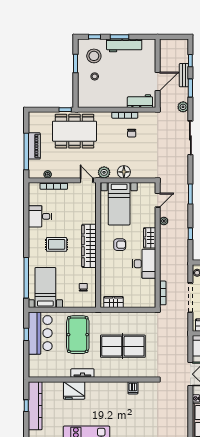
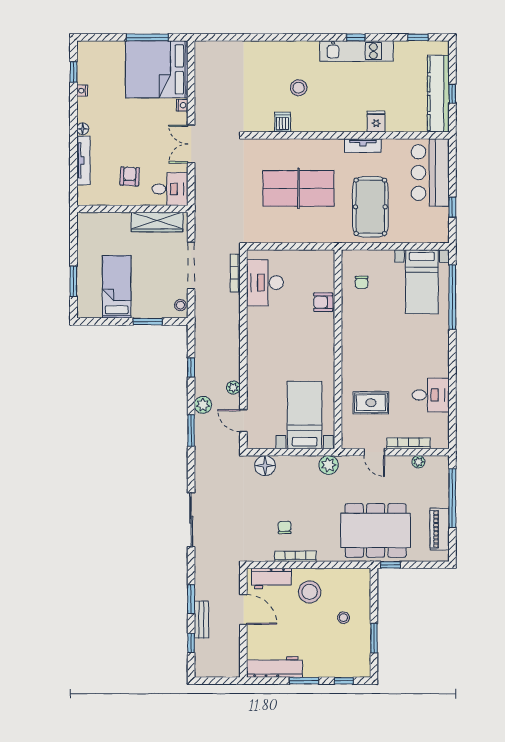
workbench: (124, 45) -> (274, 667), moved
stool: (94, 56) -> (310, 592), moved
door: (158, 82) -> (243, 609), swing flipped
plant: (183, 107) -> (203, 405), moved
piano: (34, 146) -> (440, 529), moved
floor lamp: (124, 172) -> (265, 466), moved
door: (87, 180) -> (374, 452), moved
door: (158, 200) -> (243, 421), hinge flipped
wardrobe: (150, 238) -> (256, 361), removed
rug: (57, 244) -> (371, 403), moved
armchair: (120, 245) -> (323, 302), moved
wardrobe: (89, 246) -> (352, 348), removed
desk: (144, 264) -> (265, 283), moved
wardrobe: (113, 302) -> (313, 259), removed
bar counter: (40, 333) -> (430, 173), moved
fridge: (74, 390) -> (376, 122), width x0.53, depth x0.75
stool: (123, 409) -> (299, 88), added

